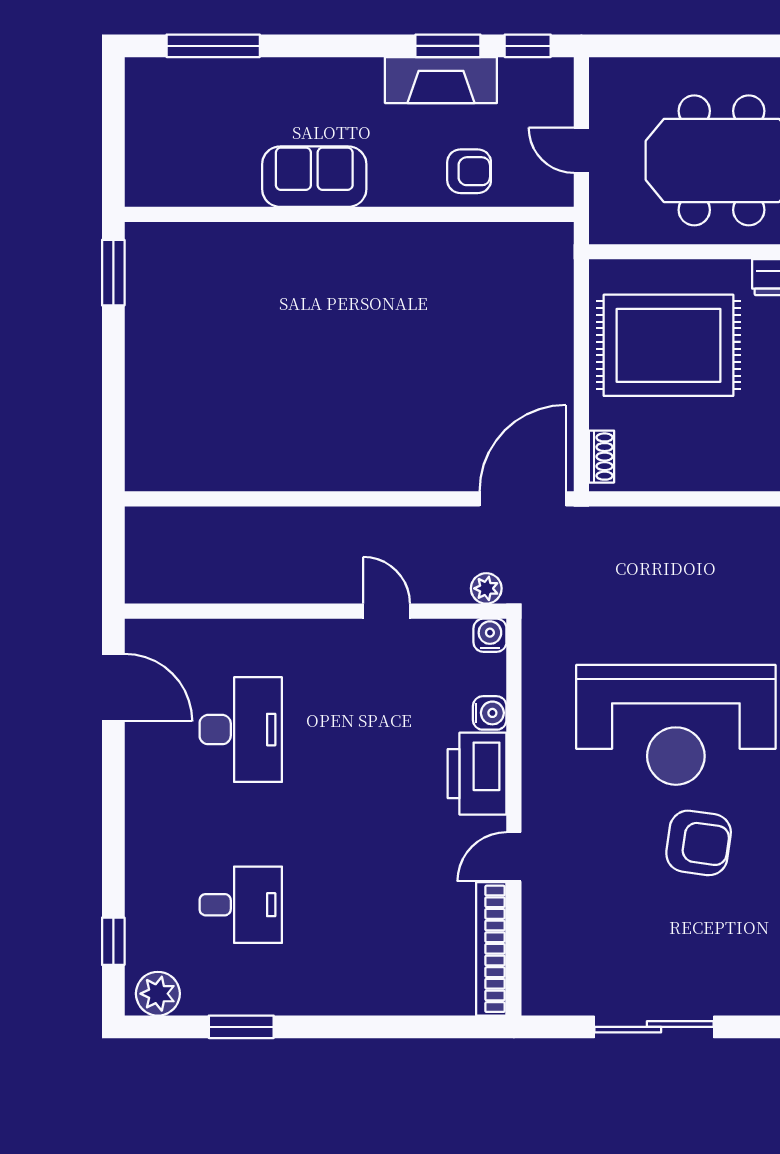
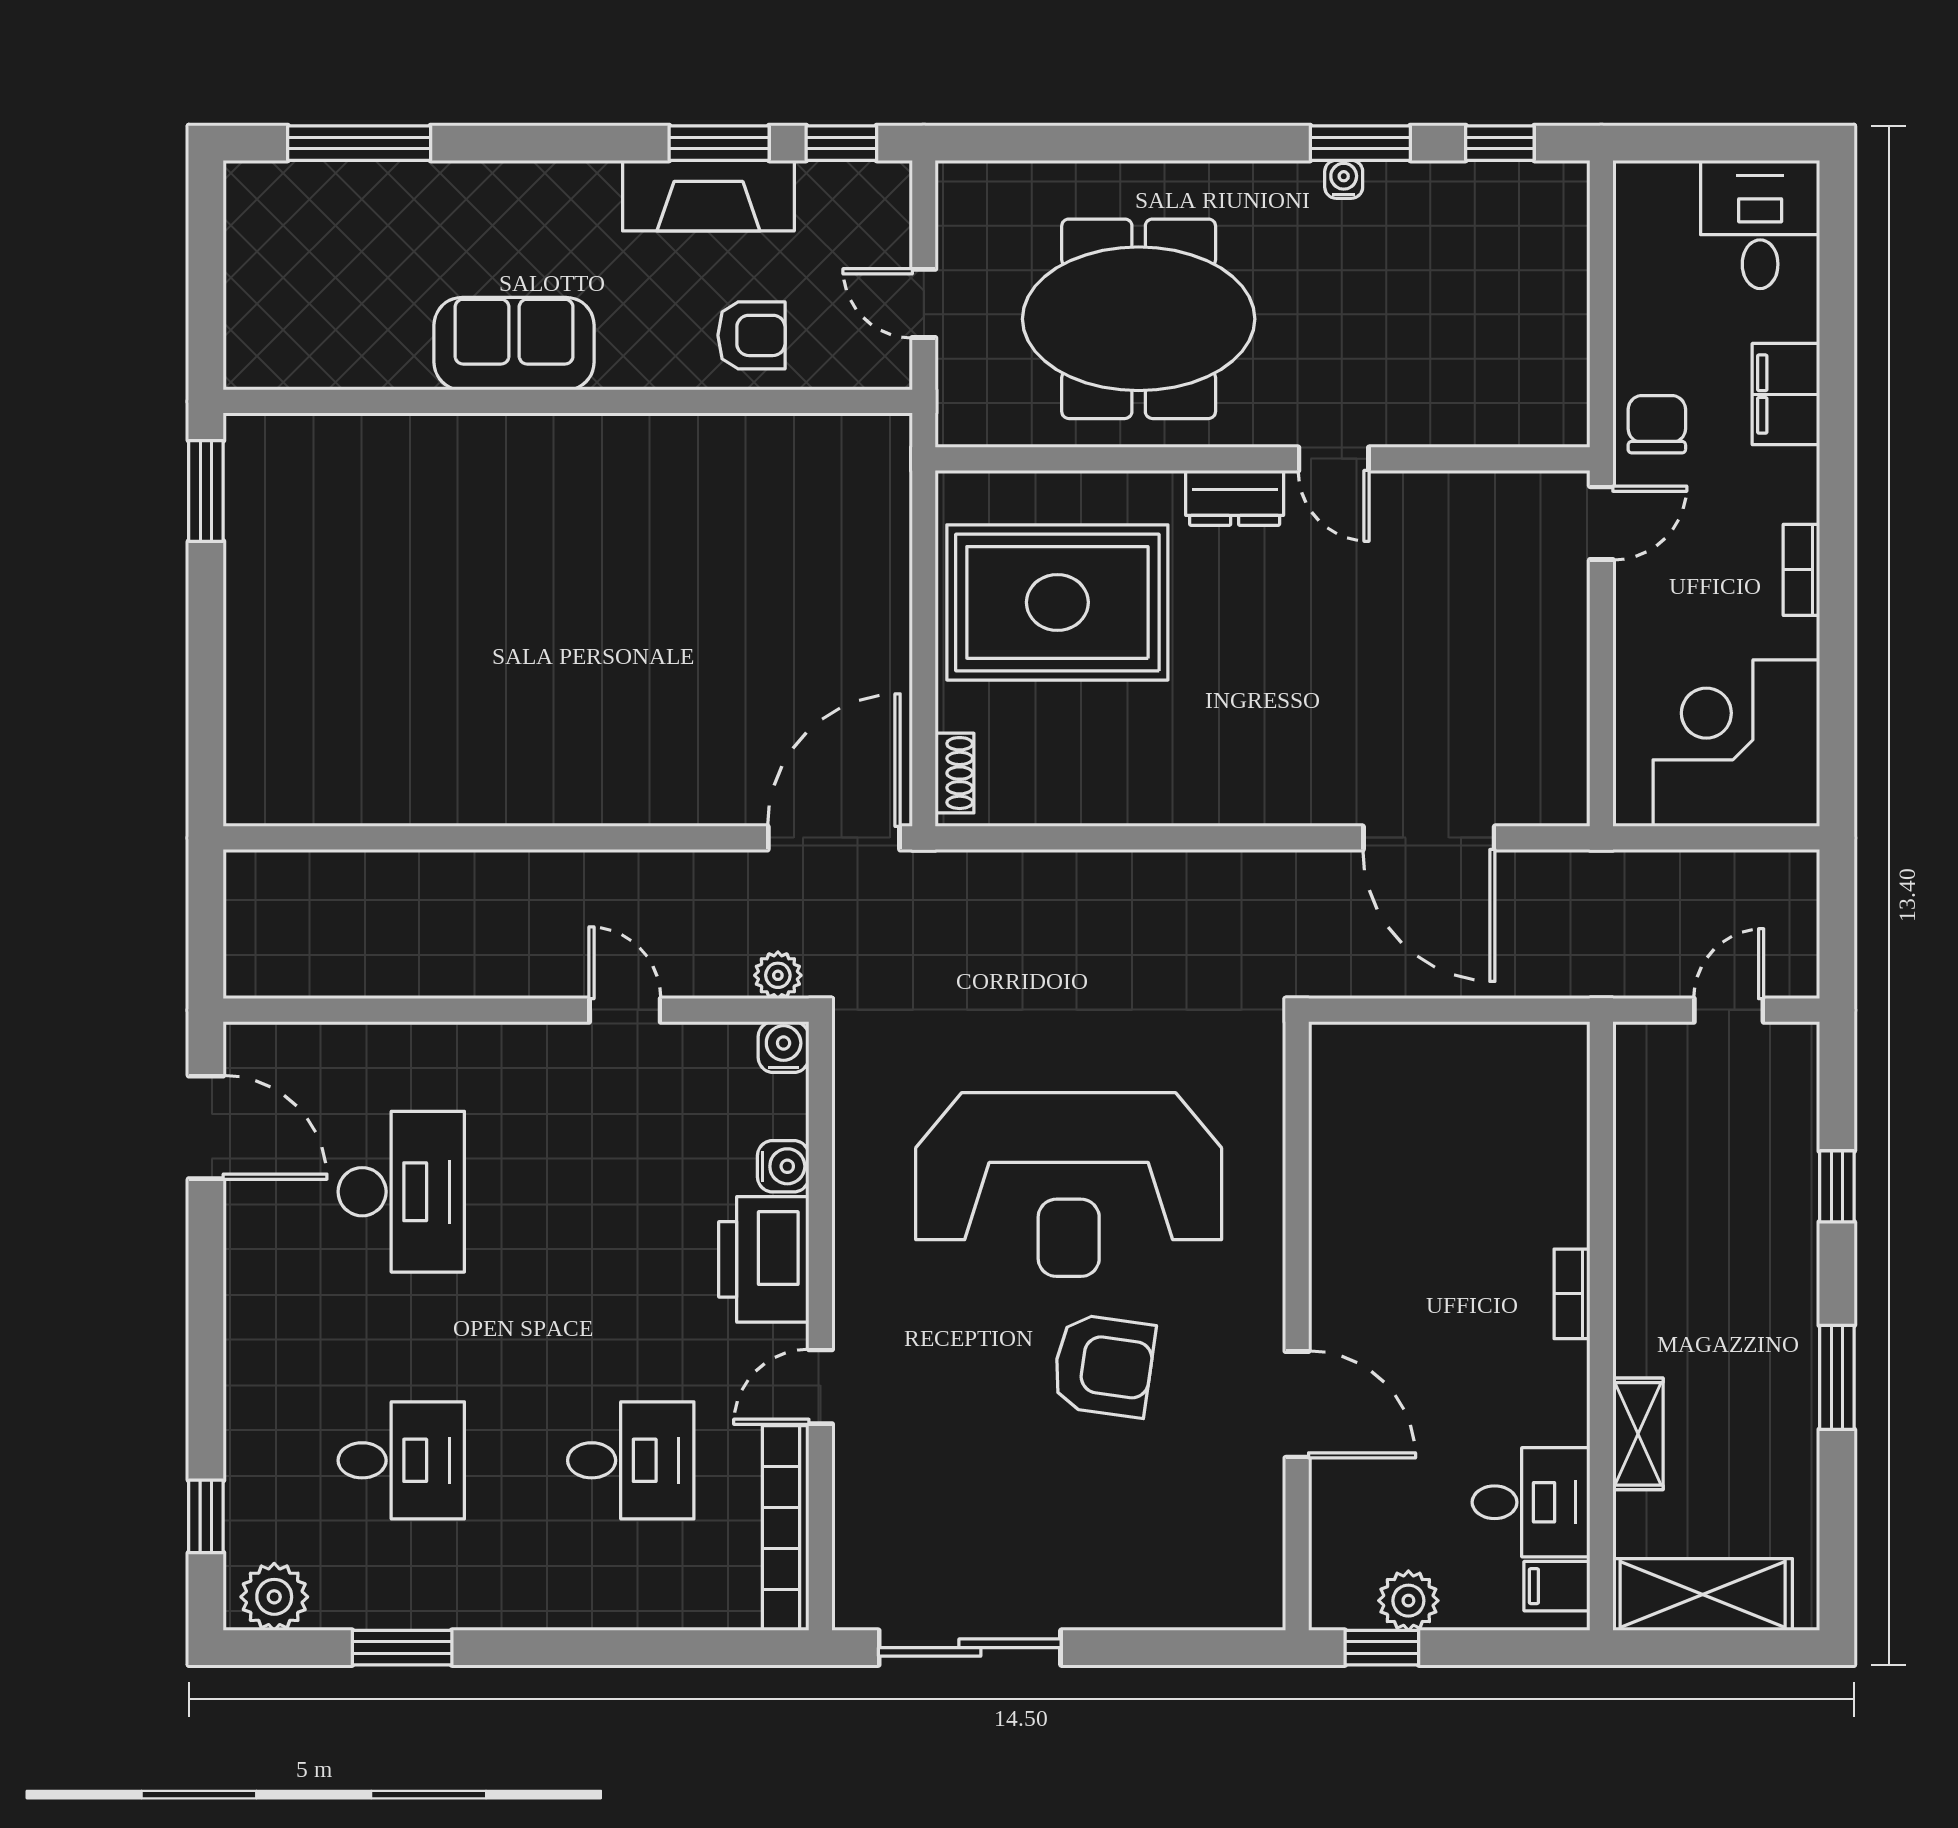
desk: (390, 905) -> (631, 1460), added
sliding door: (654, 1027) -> (970, 1648), moved

